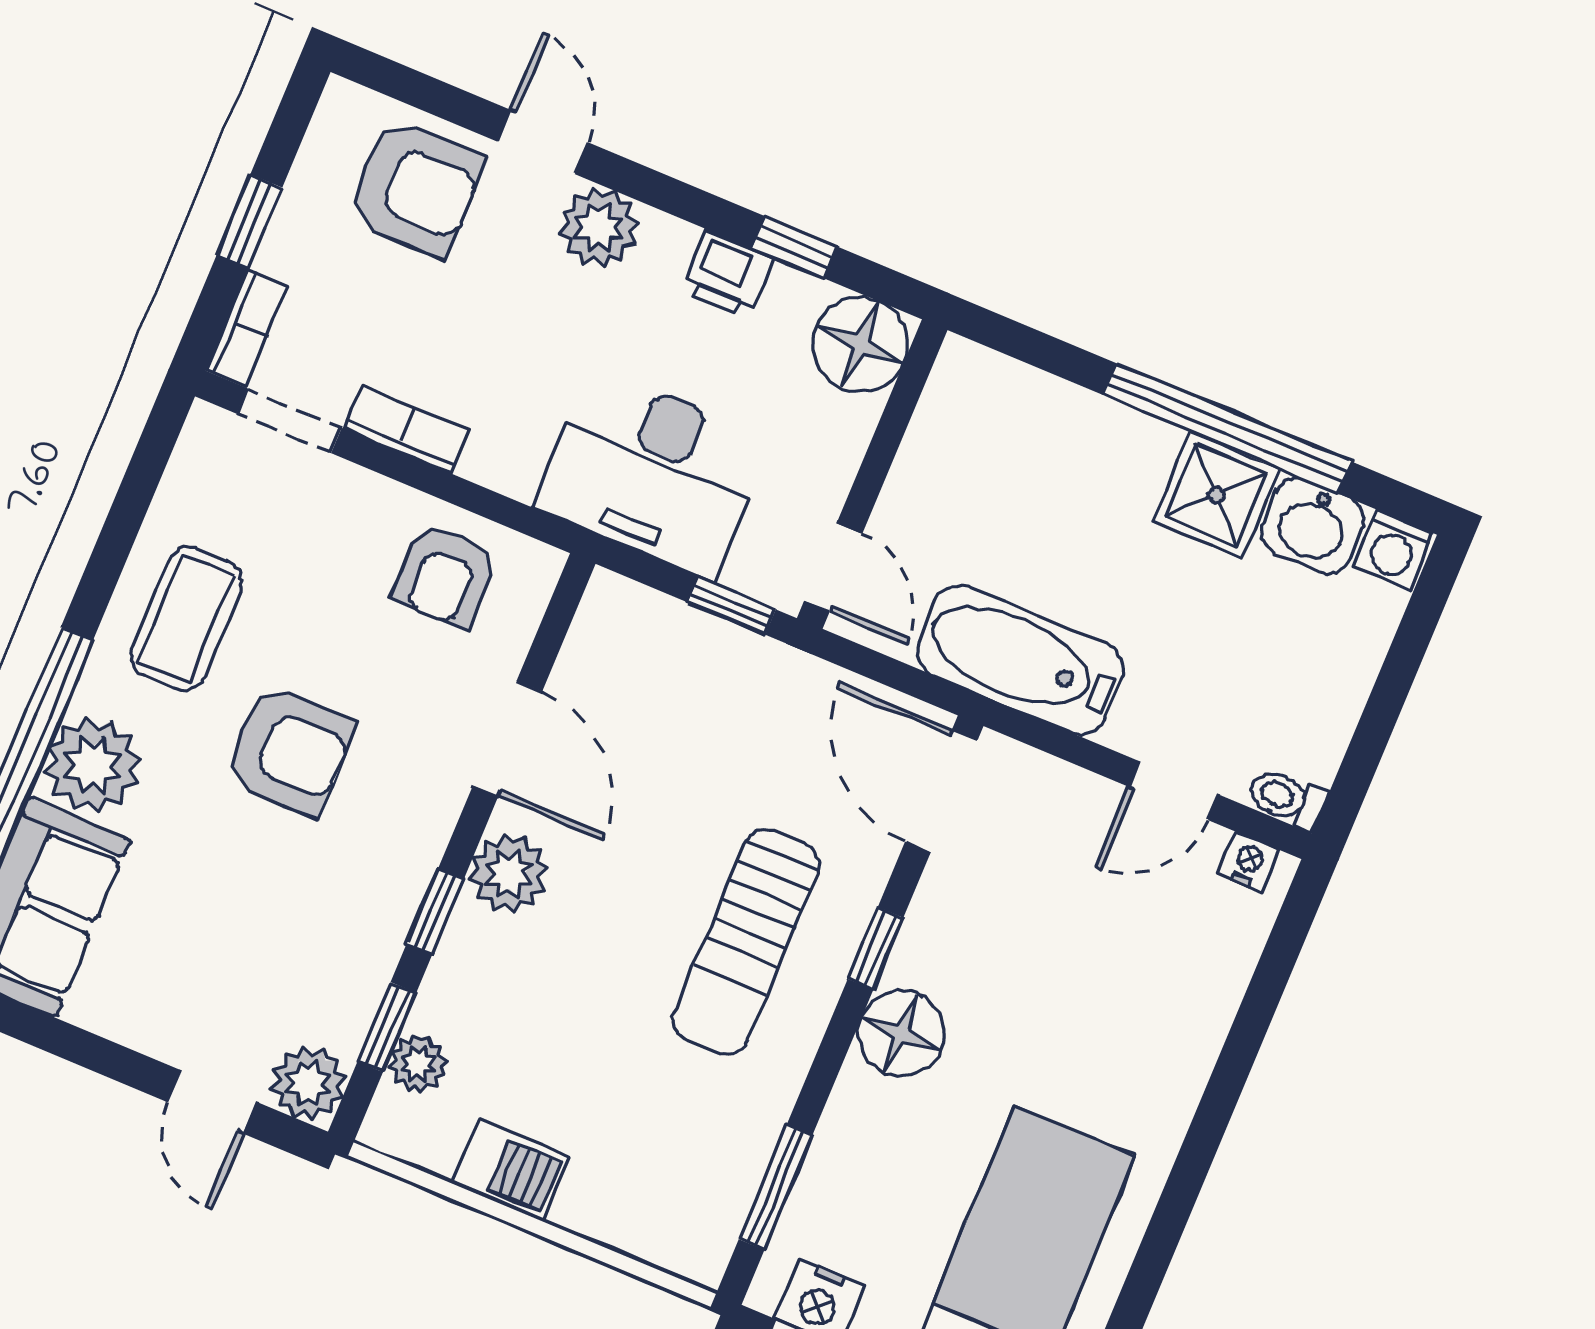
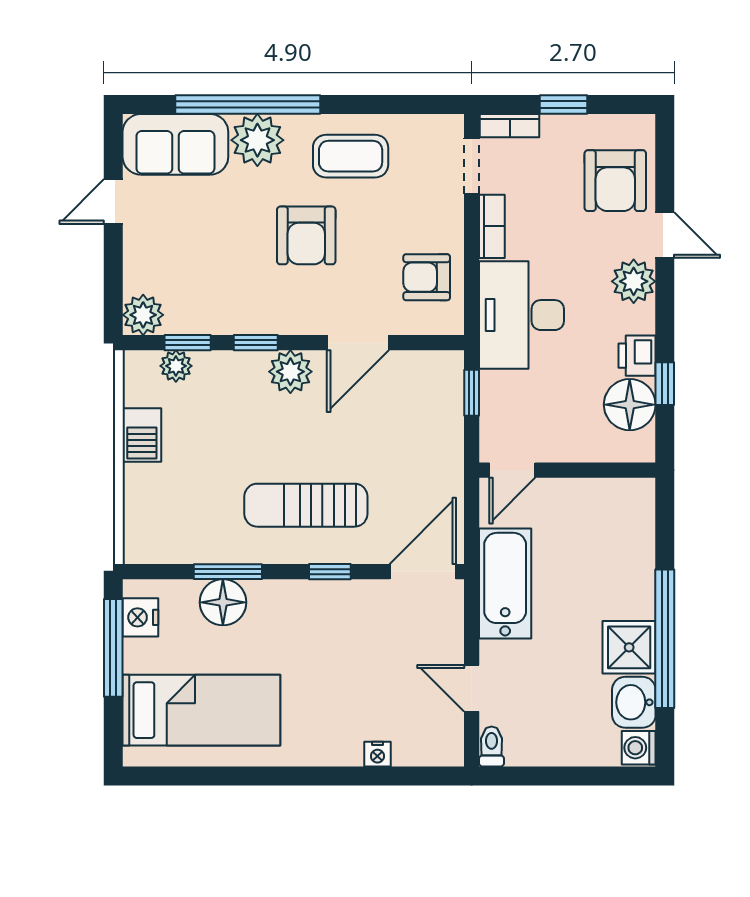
door: (543, 142) -> (665, 235), hinge flipped
floor lamp: (860, 345) -> (630, 405), moved
desk: (652, 473) -> (521, 315), moved
window: (732, 606) -> (472, 393), moved
nightstand: (1249, 862) -> (377, 754), moved, turned 90
floor lamp: (901, 1034) -> (223, 602), moved
door: (212, 1102) -> (113, 202), moved
window: (776, 1187) -> (228, 572), moved

